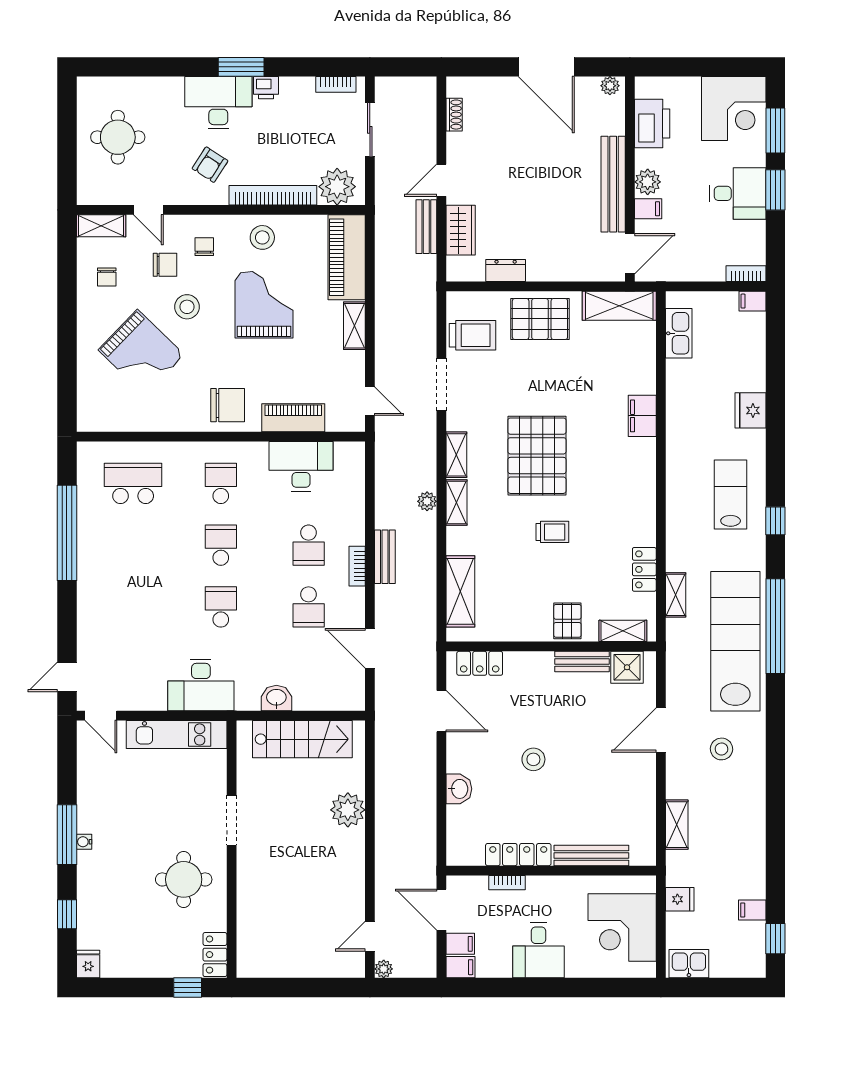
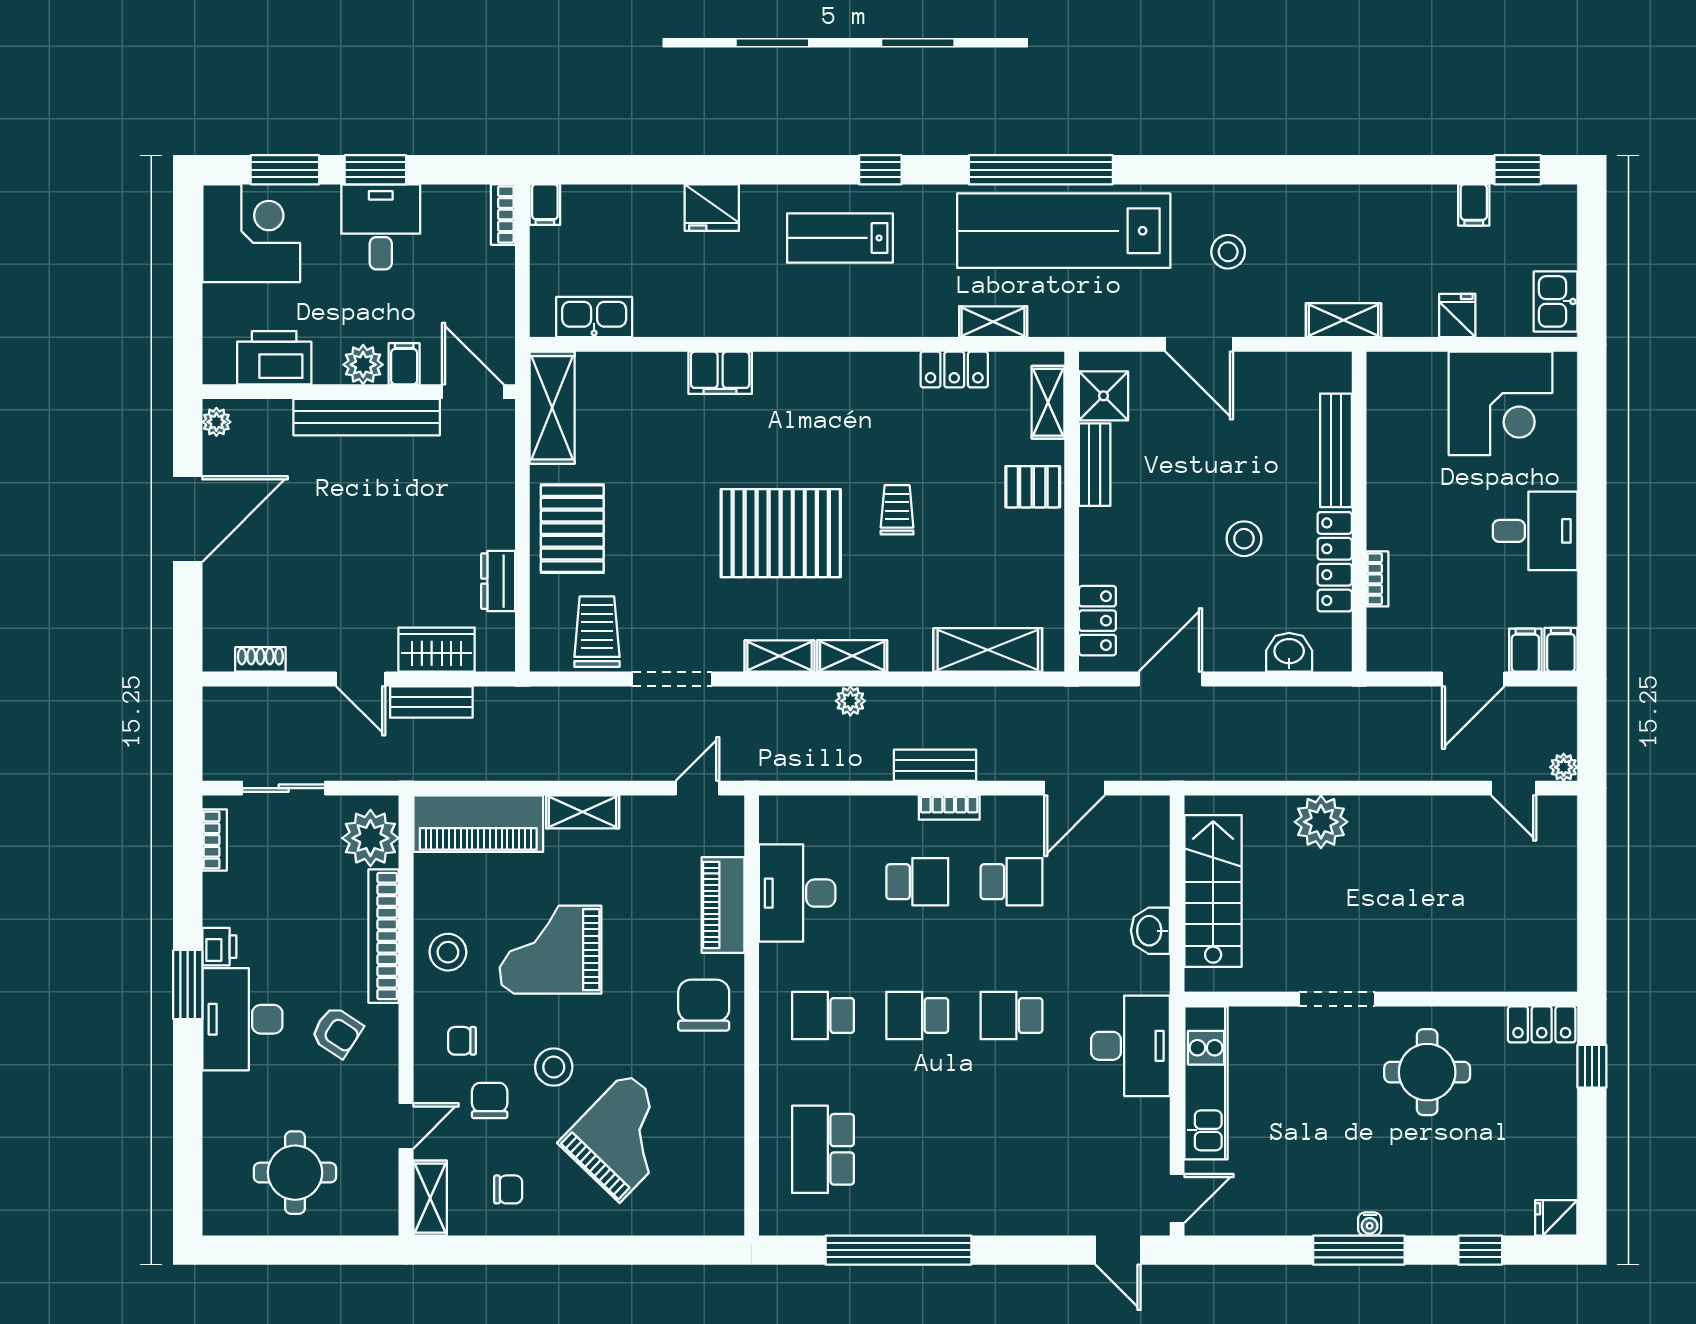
locker: (518, 855) -> (1335, 562), moved
bench: (591, 855) -> (1336, 450), moved
wall: (551, 871) -> (1359, 512), moved
bookcase: (507, 883) -> (1377, 579), moved

